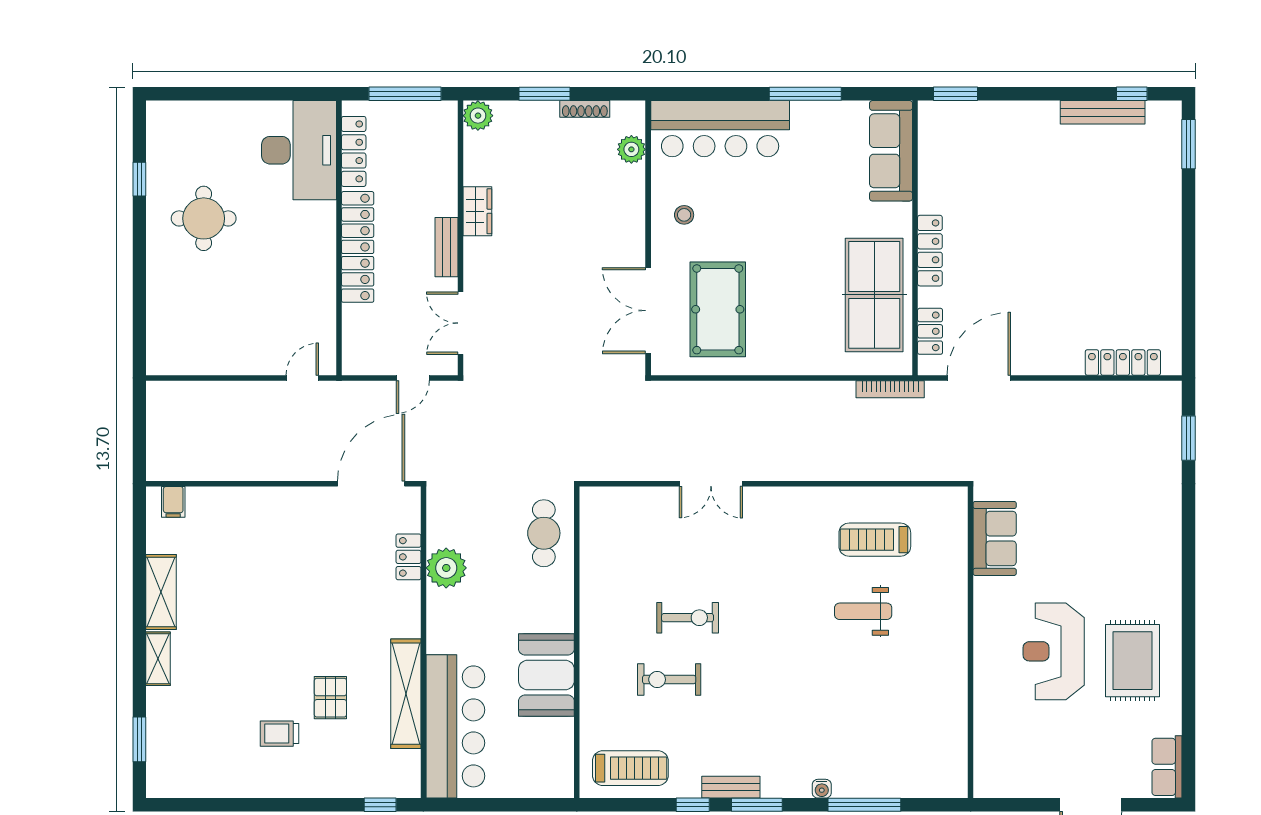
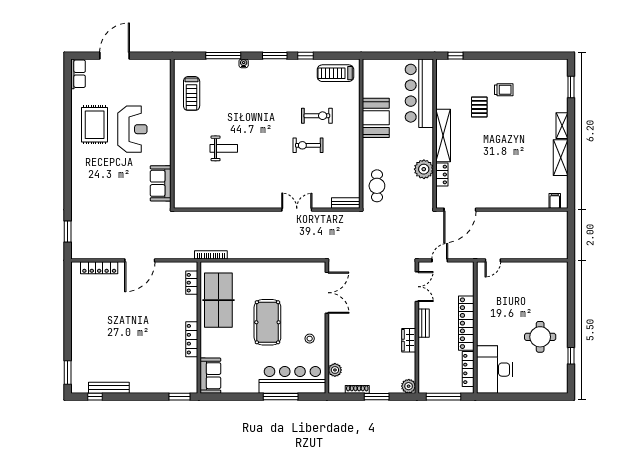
window: (805, 94) -> (281, 397), moved
sofa: (891, 151) -> (210, 376), width x0.73
locker: (930, 251) -> (192, 339), moved
pool table: (718, 309) -> (267, 322), moved
door: (979, 378) -> (140, 260), moved
treadmill: (875, 540) -> (192, 94), moved, turned 90
shelving: (406, 694) -> (443, 135), moved
bench: (731, 787) -> (346, 203), moved

